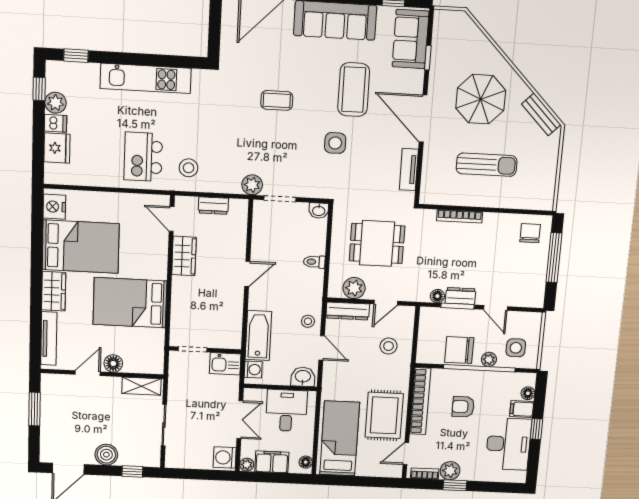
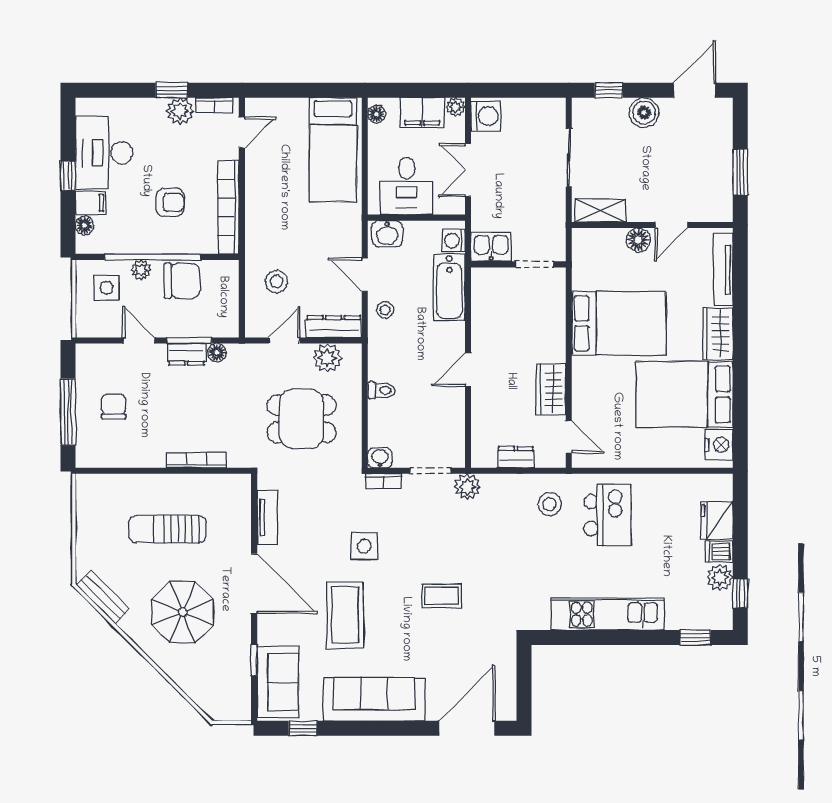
bookcase: (317, 193) -> (384, 481), added
chair: (530, 233) -> (114, 407), moved, turned 180
rug: (384, 415) -> (275, 185), removed

